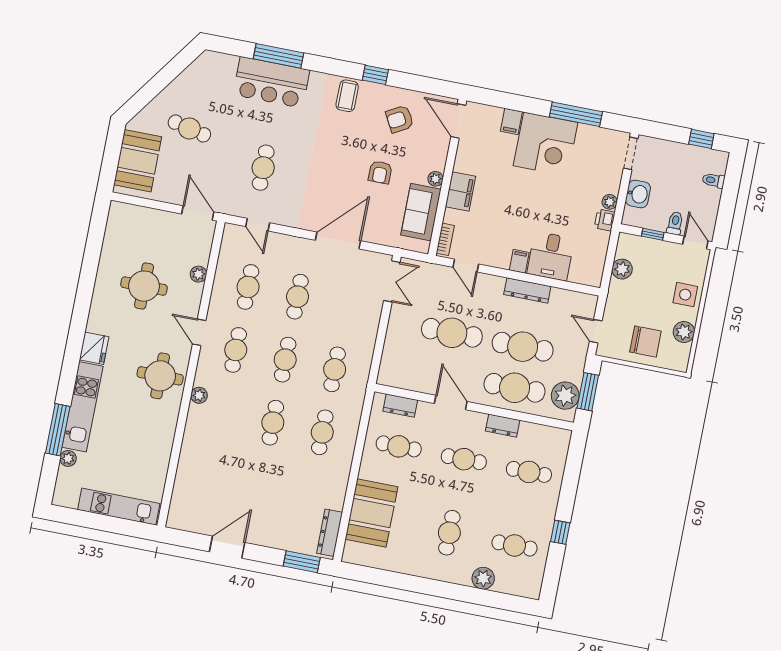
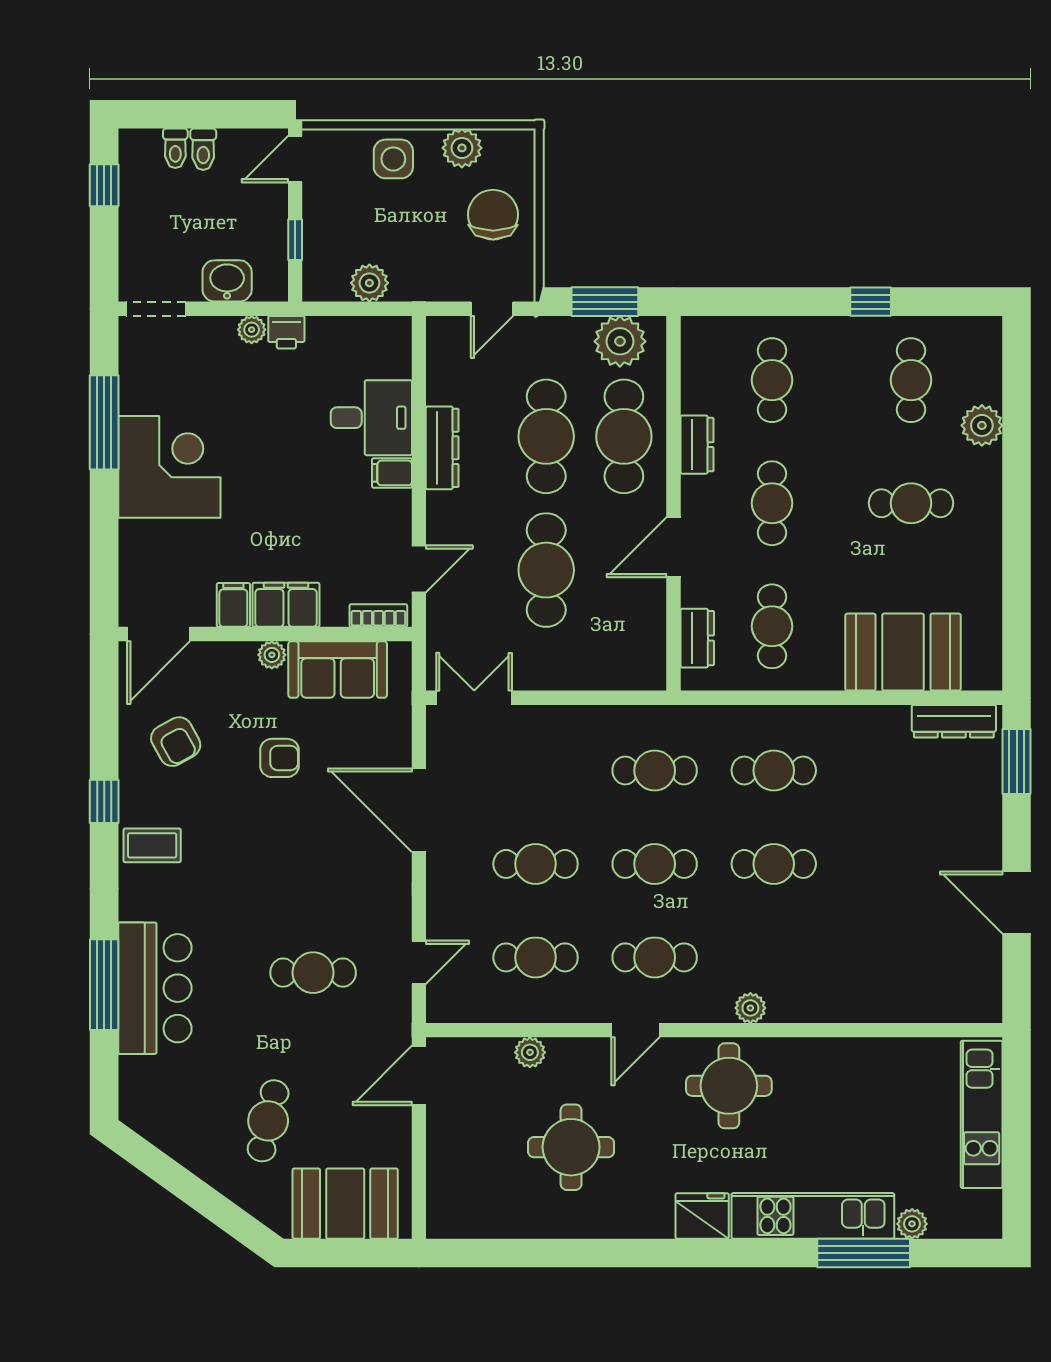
filing cabinet: (511, 121) -> (233, 605), moved, turned -90
toilet: (675, 223) -> (203, 149), moved, turned -90

